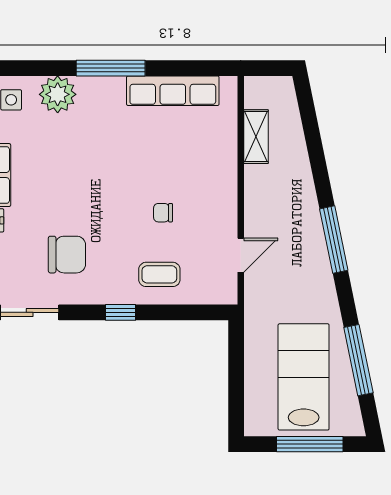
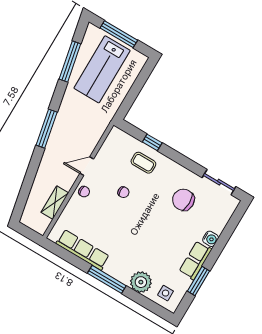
chair: (222, 179) -> (84, 192), added
door: (241, 255) -> (87, 166), moved
window: (120, 312) -> (152, 142), moved

